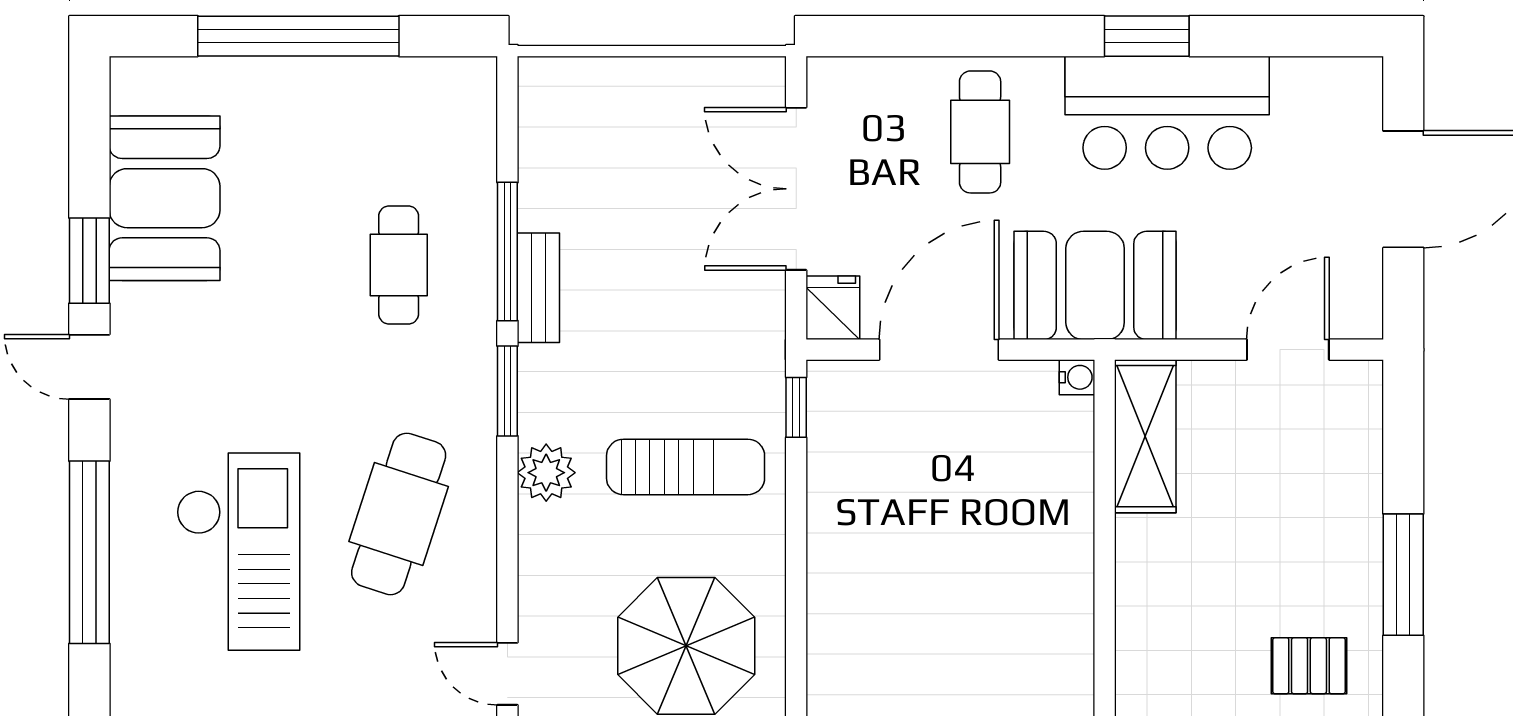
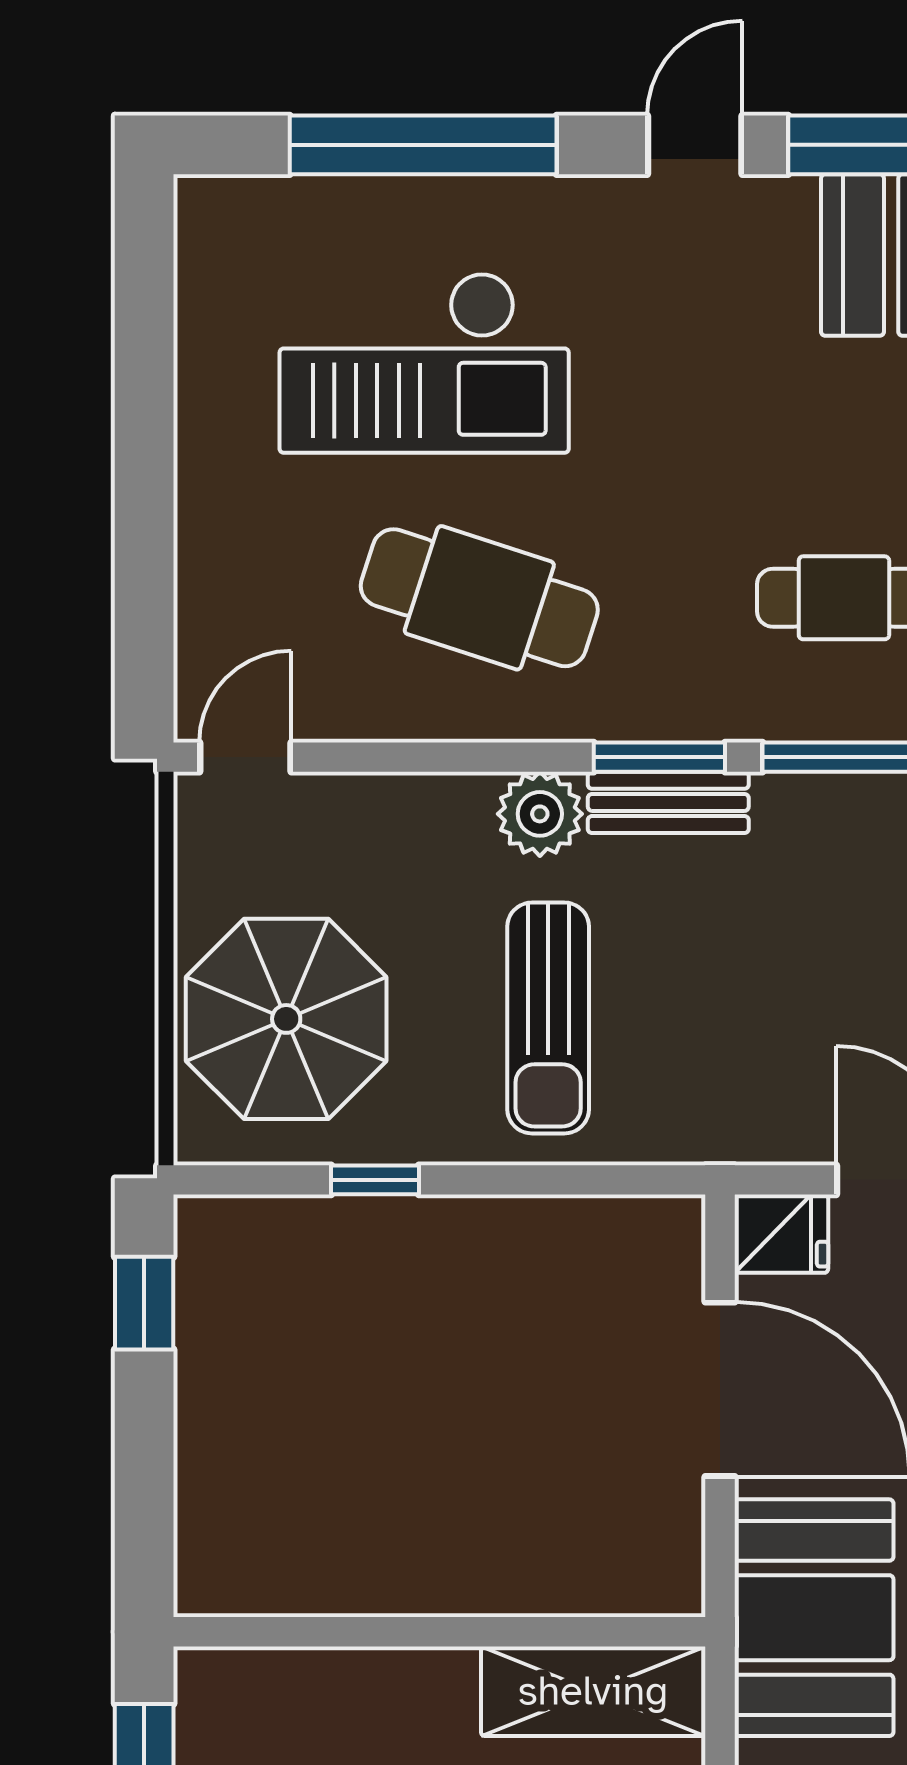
bench: (538, 288) -> (668, 802), moved
water cooler: (1077, 377) -> (679, 1591), removed
window: (796, 407) -> (375, 1180), moved

